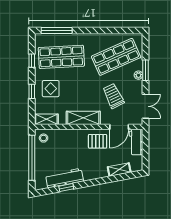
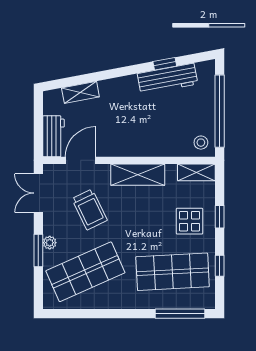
pallet: (98, 141) -> (115, 137), removed

